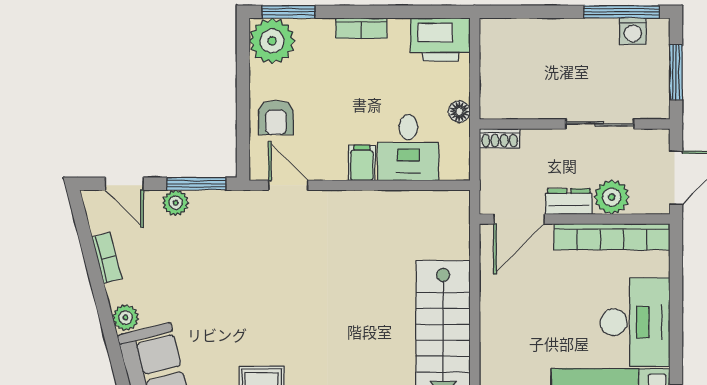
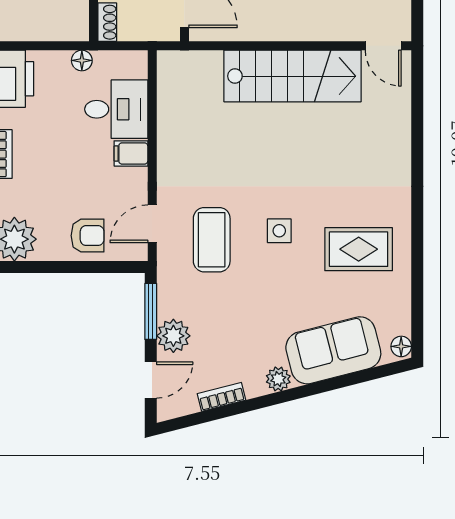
plant: (176, 203) -> (173, 336), width x1.38, depth x1.38
coffee table: (272, 248) -> (212, 240), added
side table: (281, 318) -> (279, 231), added

